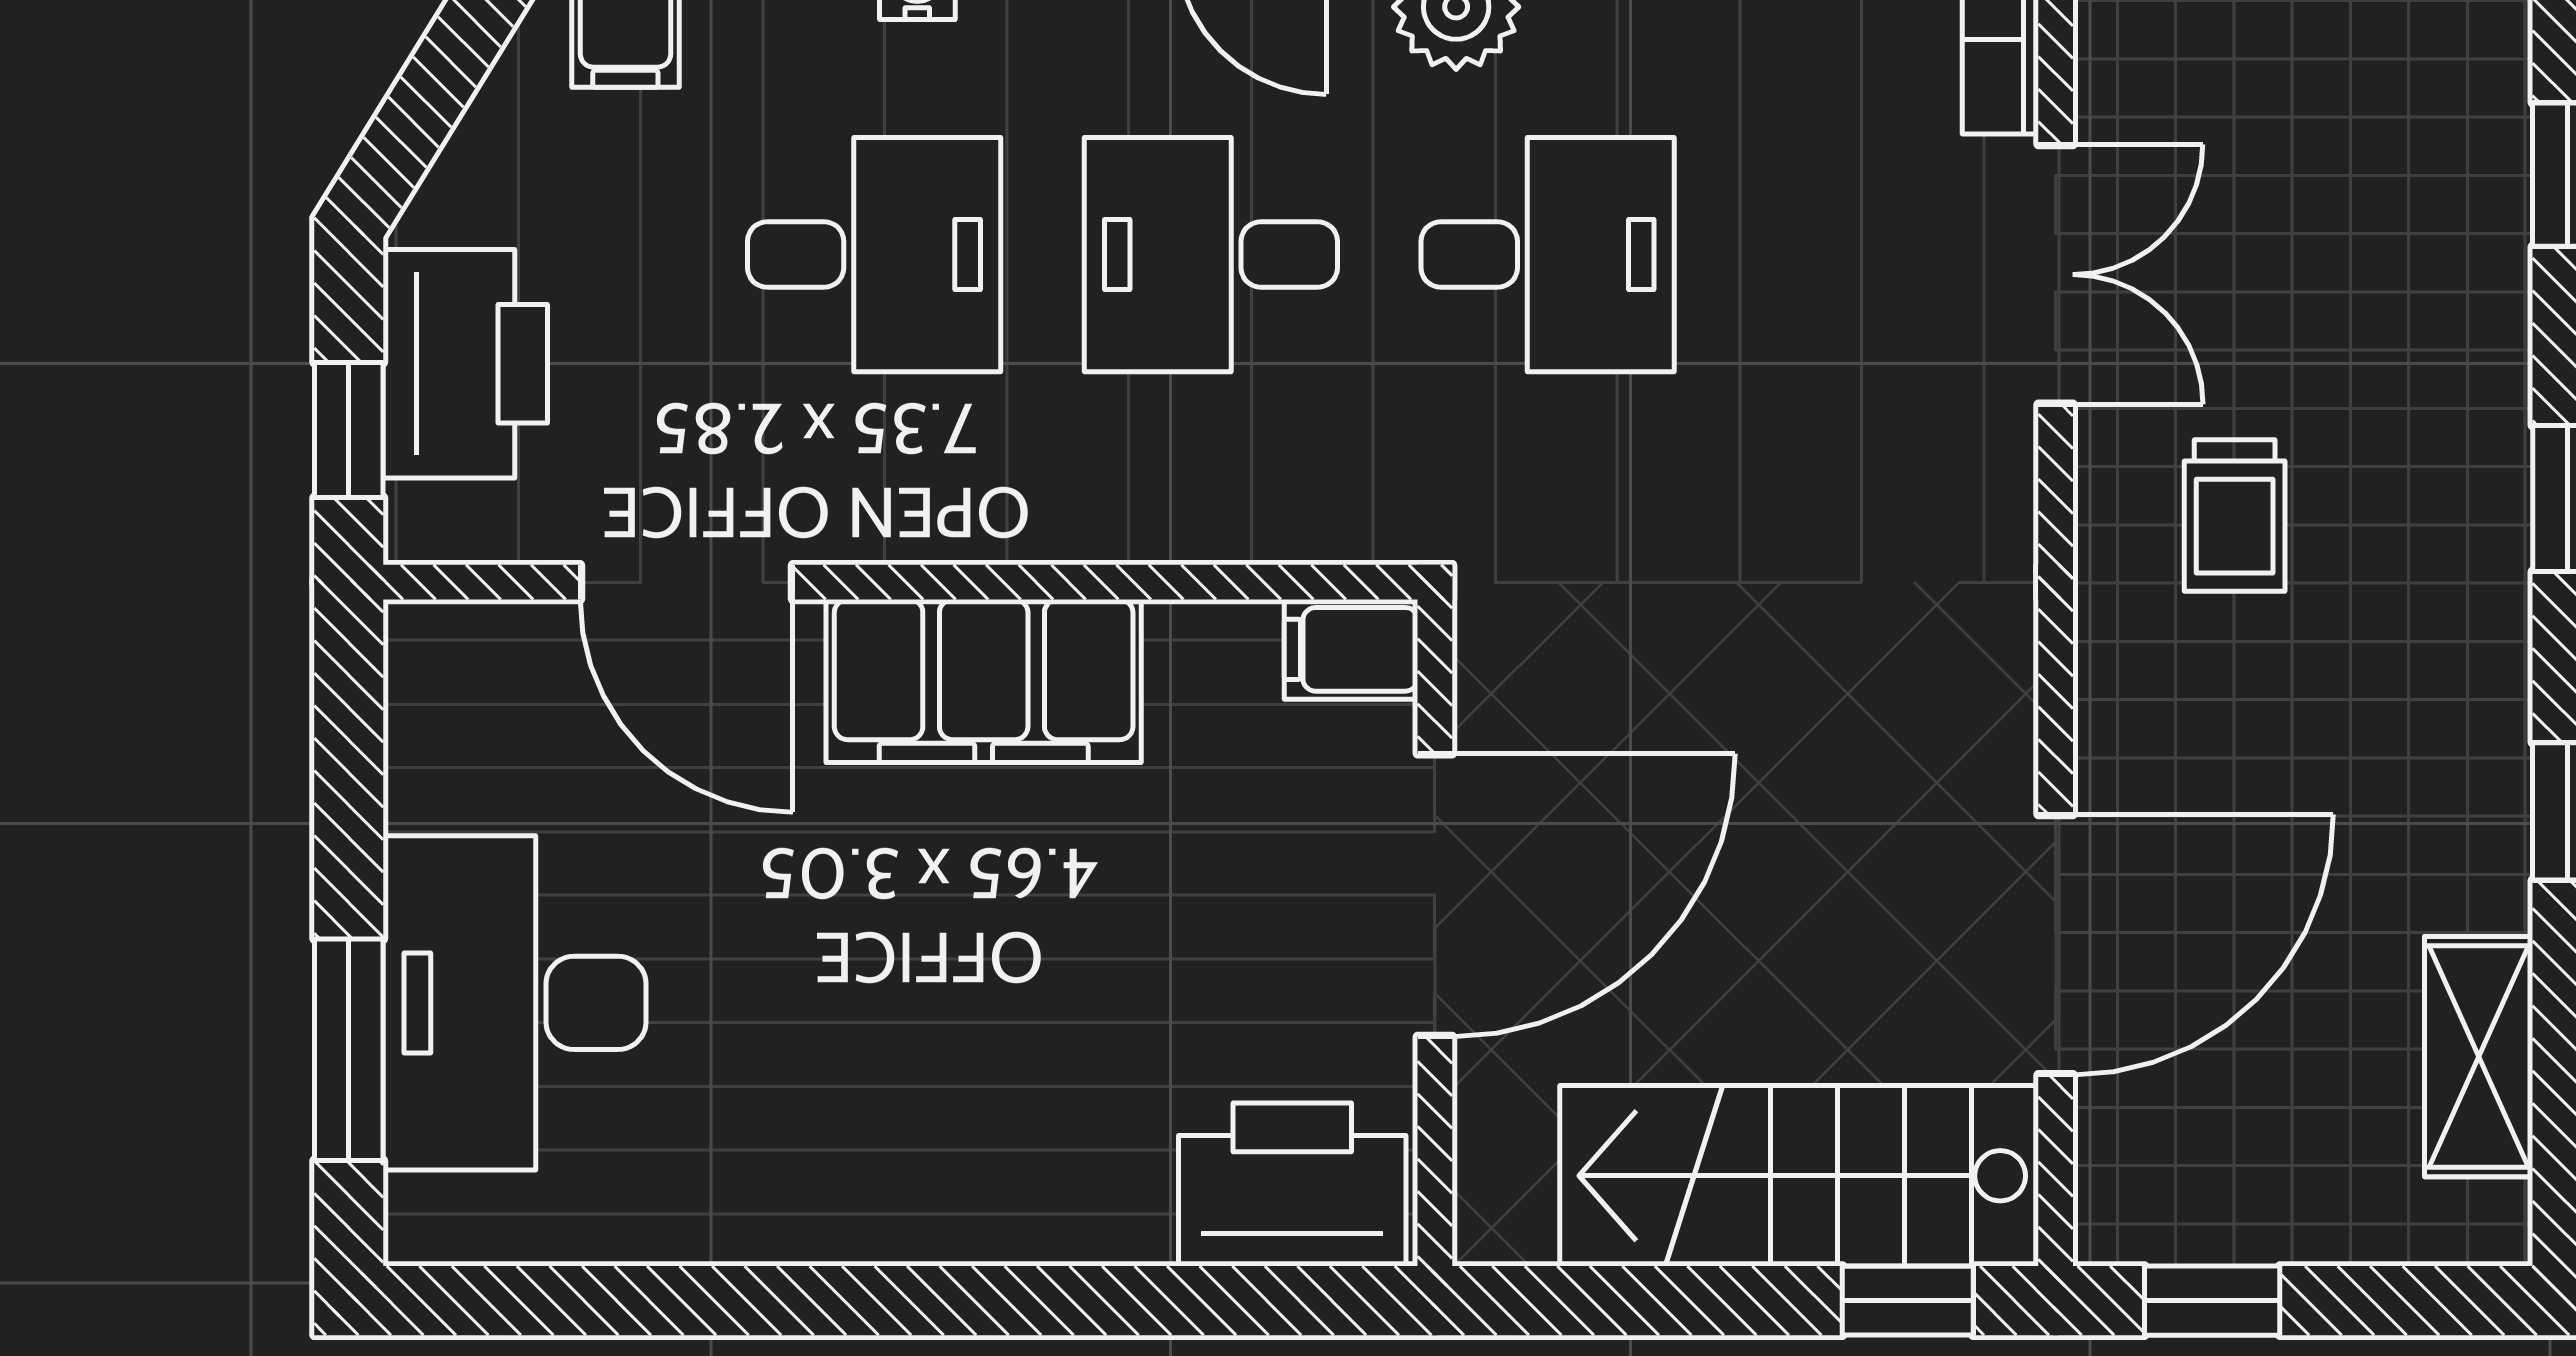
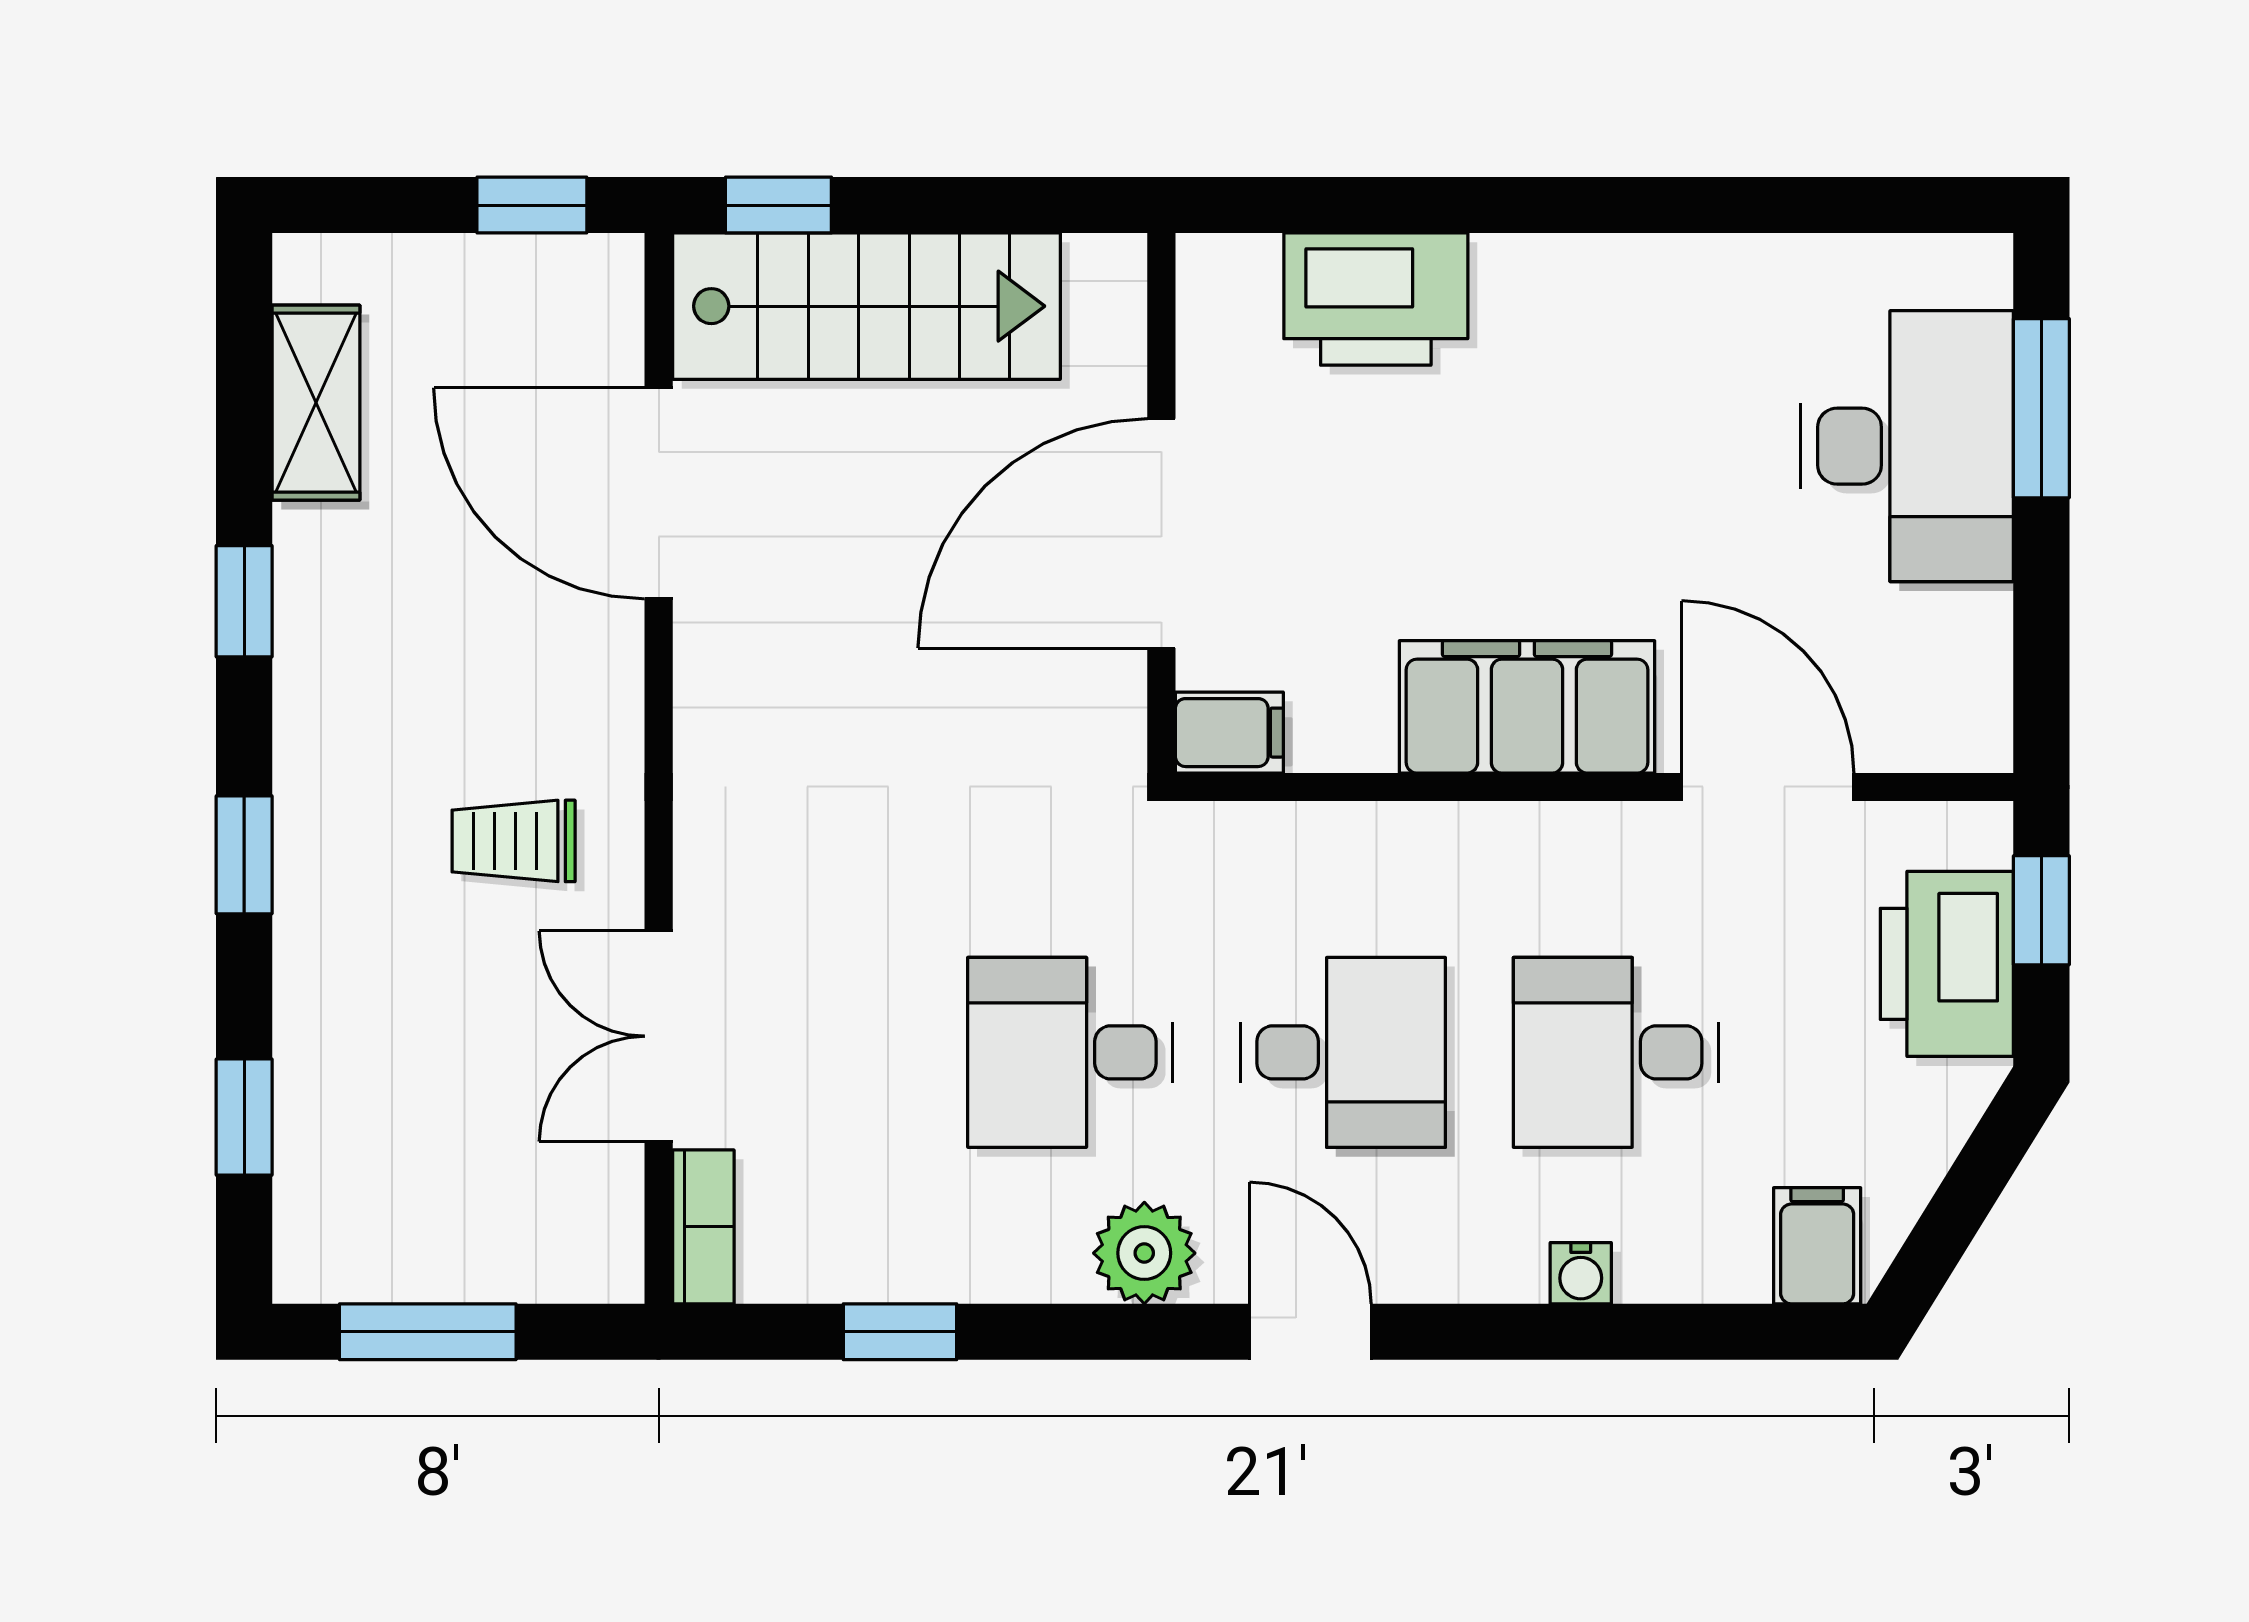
trolley: (2235, 515) -> (514, 841), turned -90
door: (2056, 945) -> (659, 493), hinge flipped
printer: (1292, 1184) -> (1376, 299), moved

